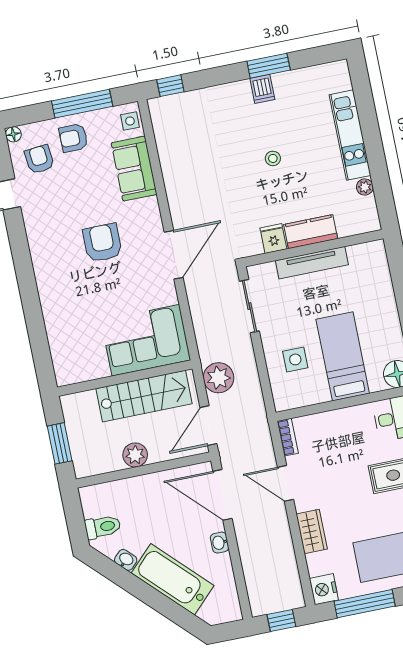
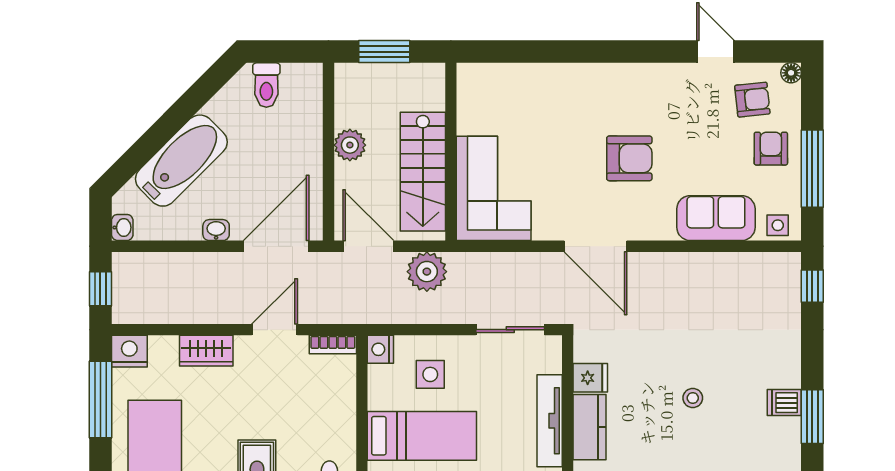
nightstand: (284, 401) -> (380, 349), added
washbasin: (126, 560) -> (122, 227), moved, turned -45

